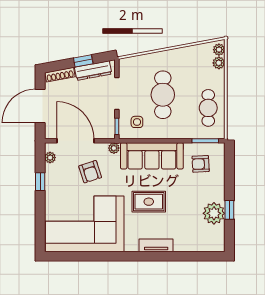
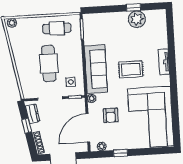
plant: (219, 63) -> (22, 22), removed
dresser: (93, 71) -> (33, 114), width x0.70
cafe table: (163, 95) -> (49, 63), turned 90
armchair: (201, 164) -> (100, 32), removed
armchair: (90, 172) -> (111, 115), turned 108
rug: (149, 202) -> (131, 69), turned 90

